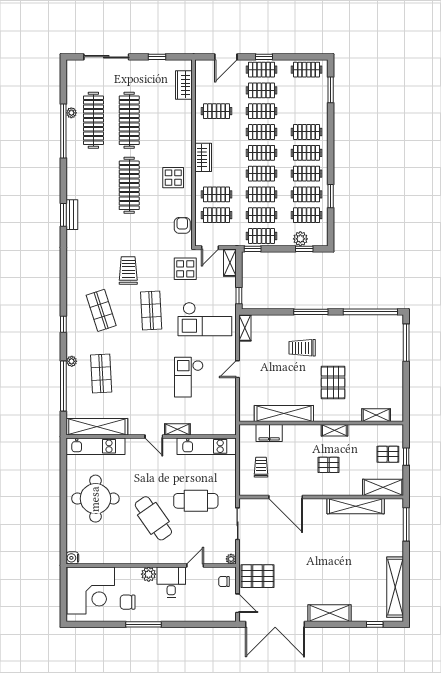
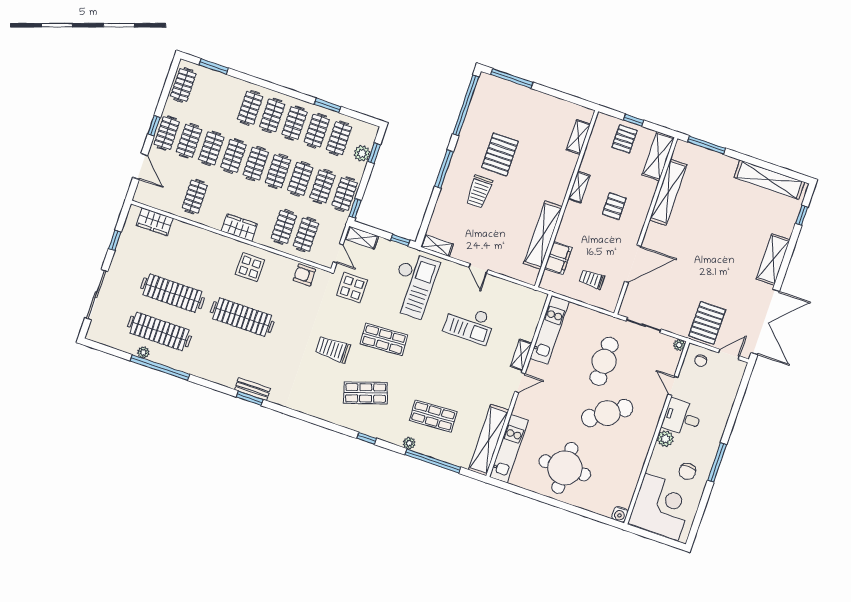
pallet: (333, 382) -> (500, 154), moved, turned 90

